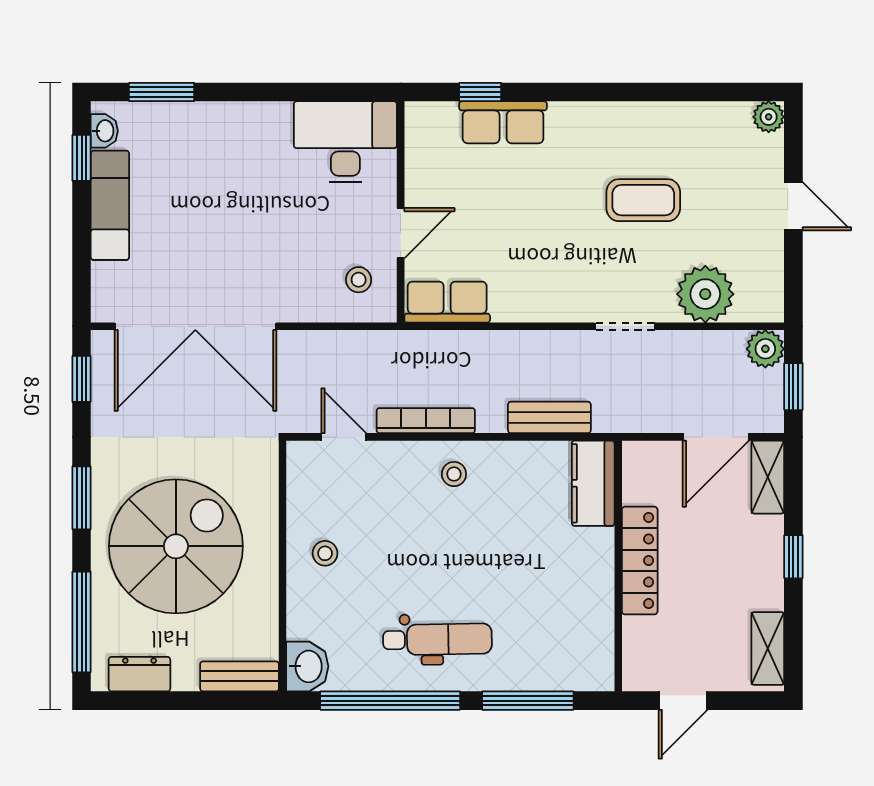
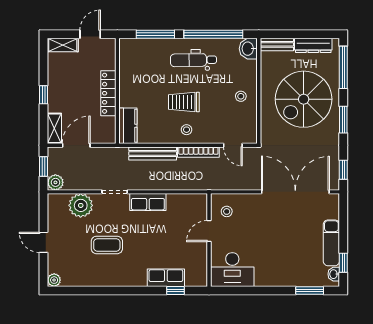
row of seats: (447, 302) -> (148, 202), moved
bench: (549, 417) -> (153, 153), width x1.36
trolley: (460, 540) -> (184, 102), added
shelving: (768, 649) -> (63, 45), moved, turned 90
dresser: (139, 674) -> (313, 45), width x1.44

